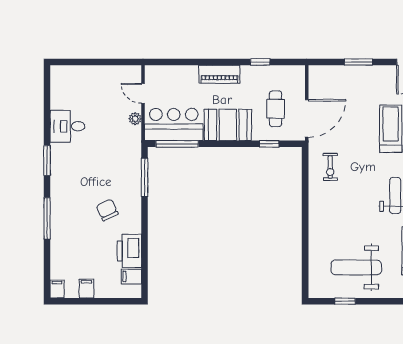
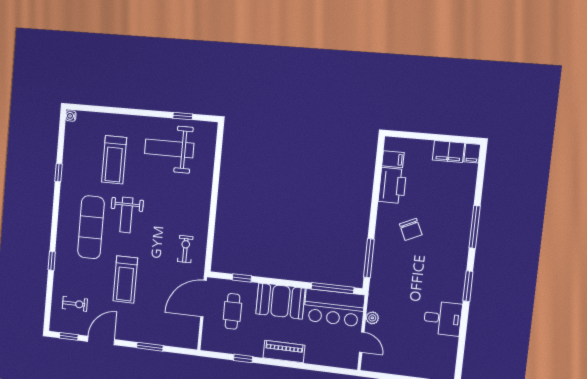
weight bench: (356, 267) -> (169, 148), turned 180
filing cabinet: (86, 289) -> (448, 152), width x2.00

